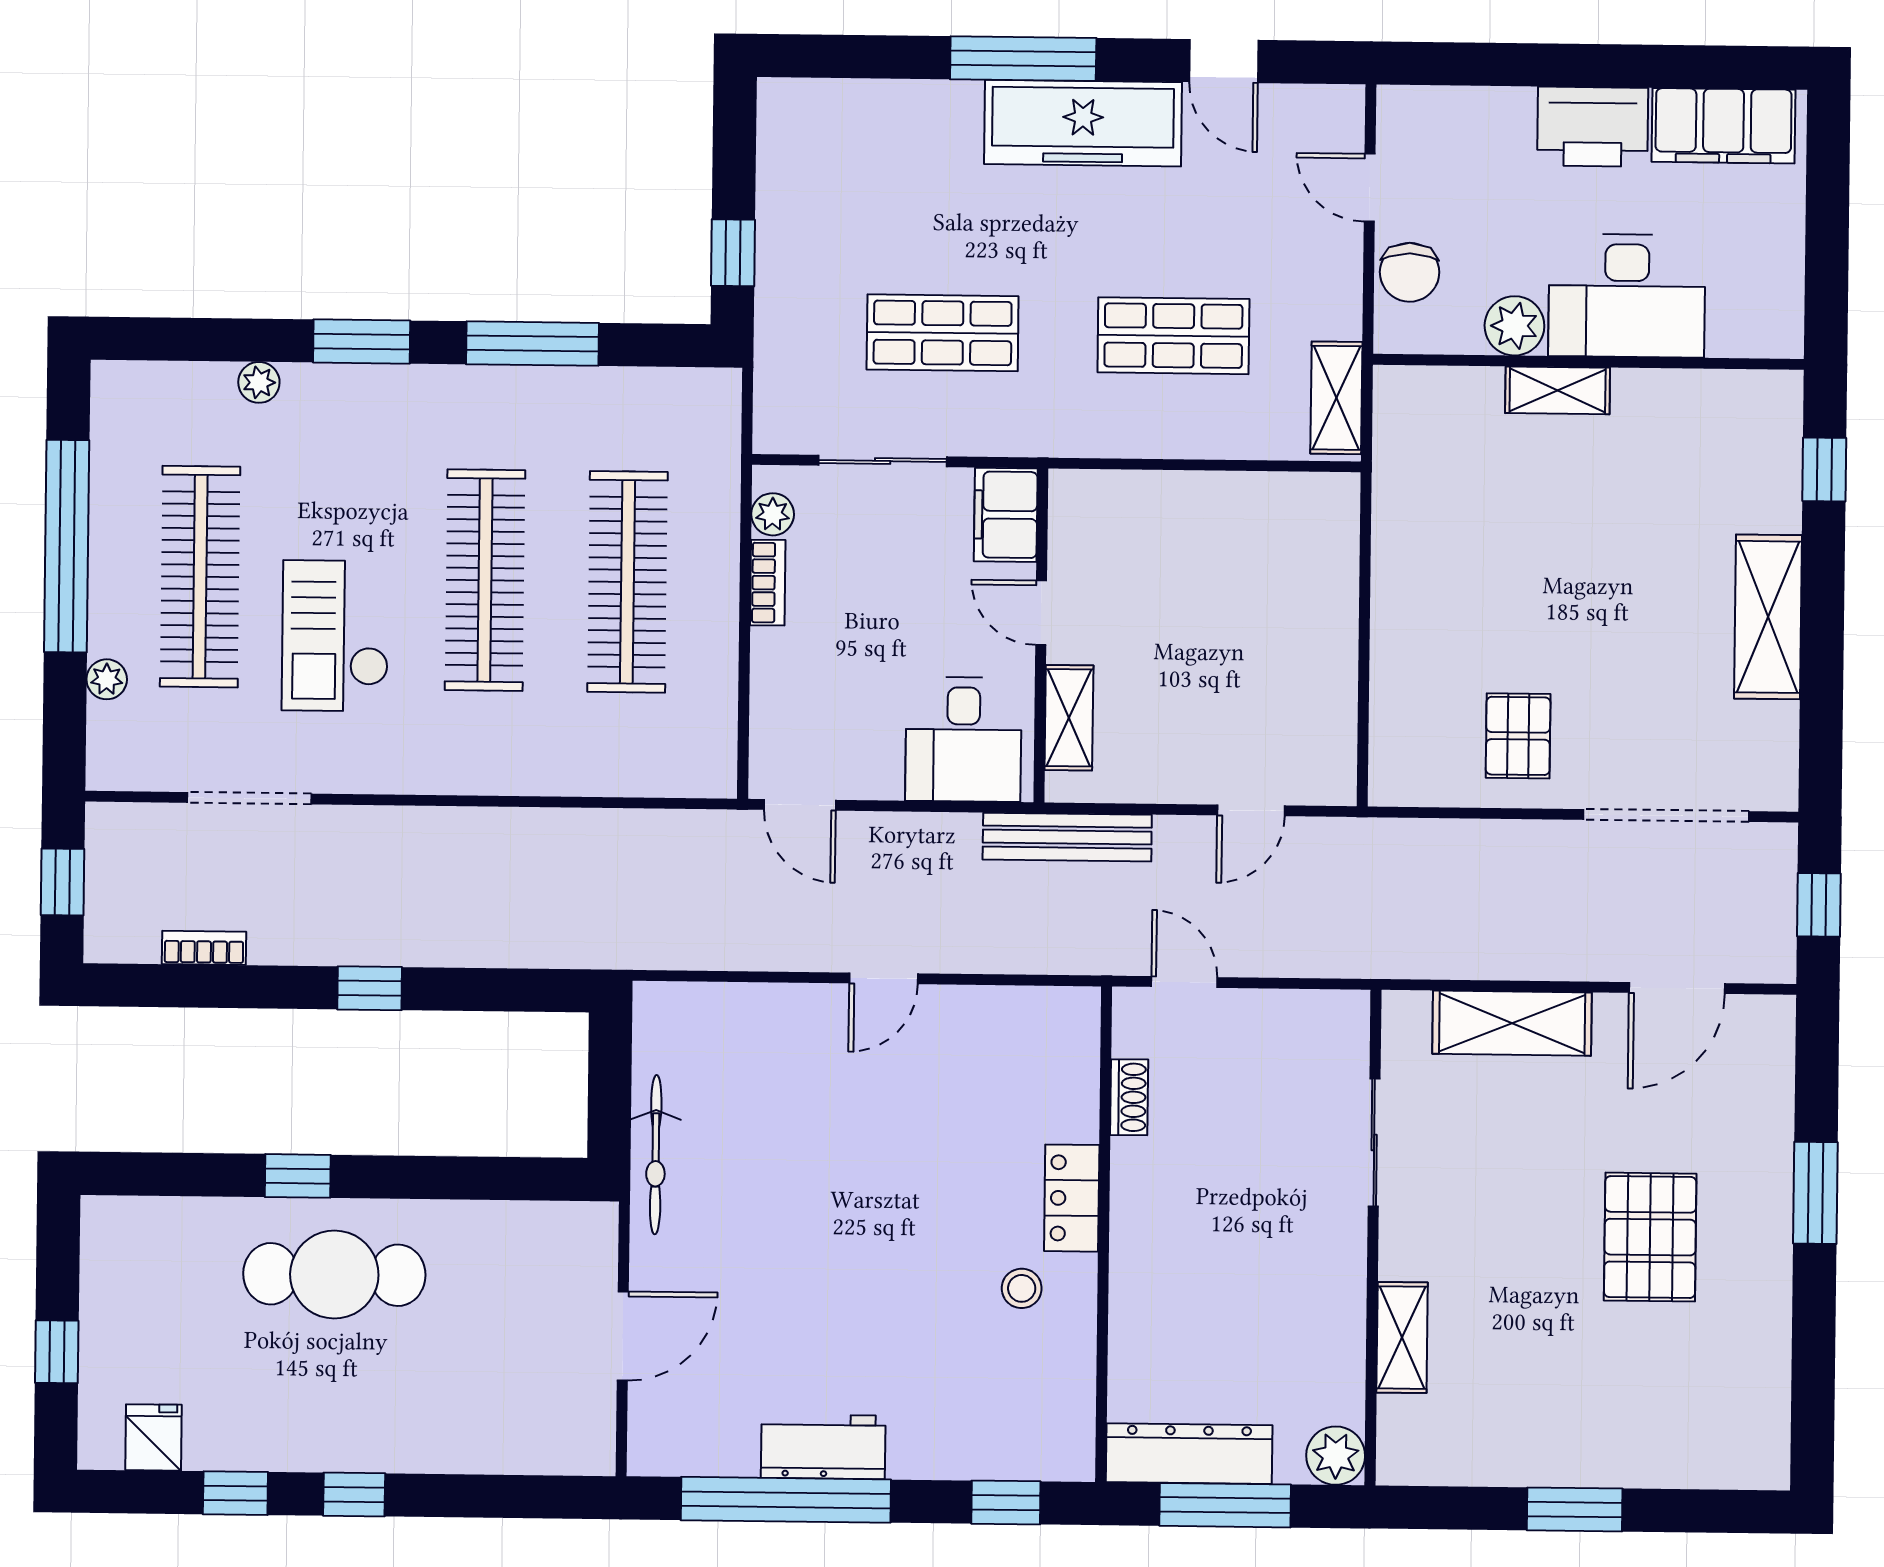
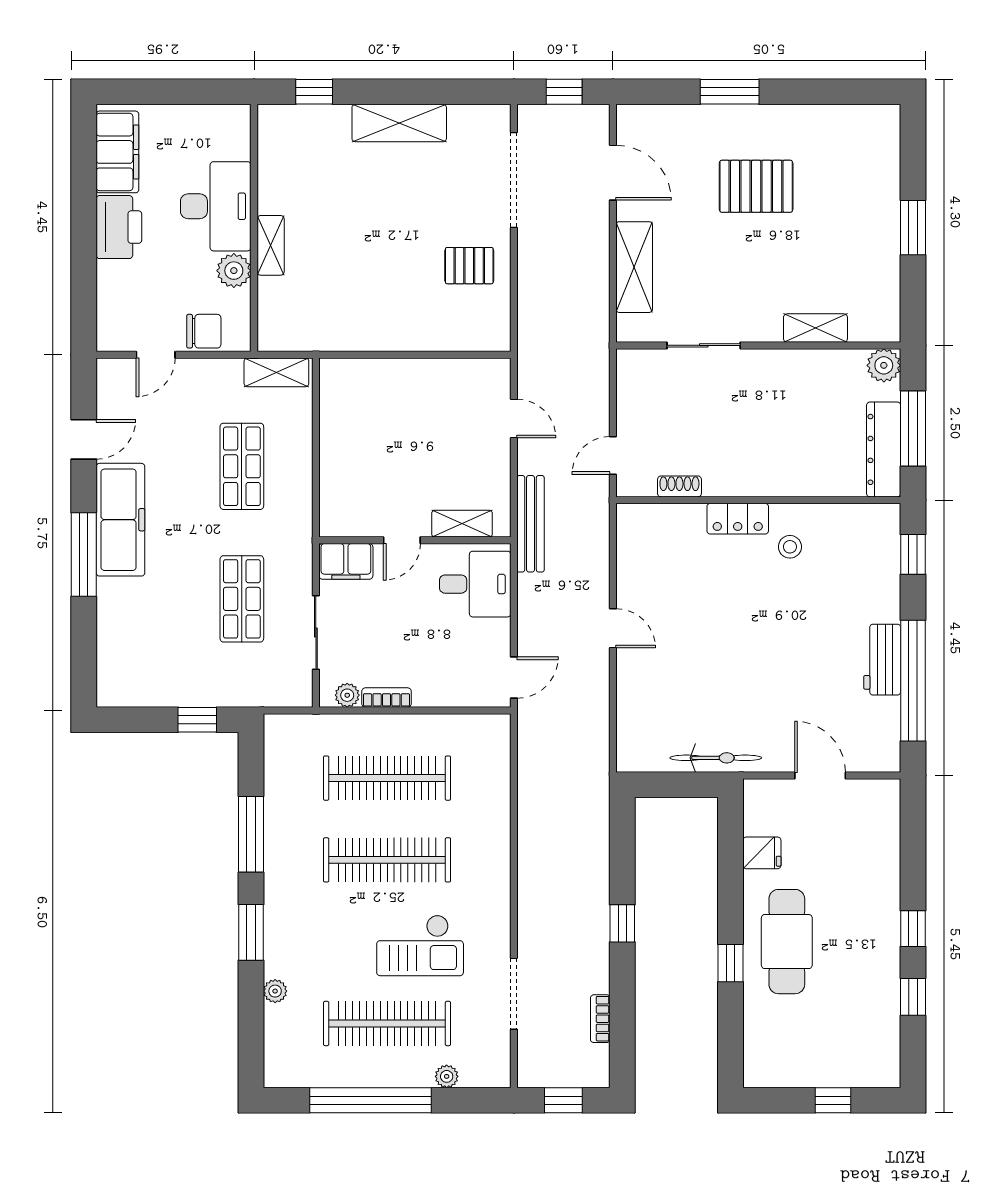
fridge: (153, 1437) -> (762, 853), moved, turned 180

